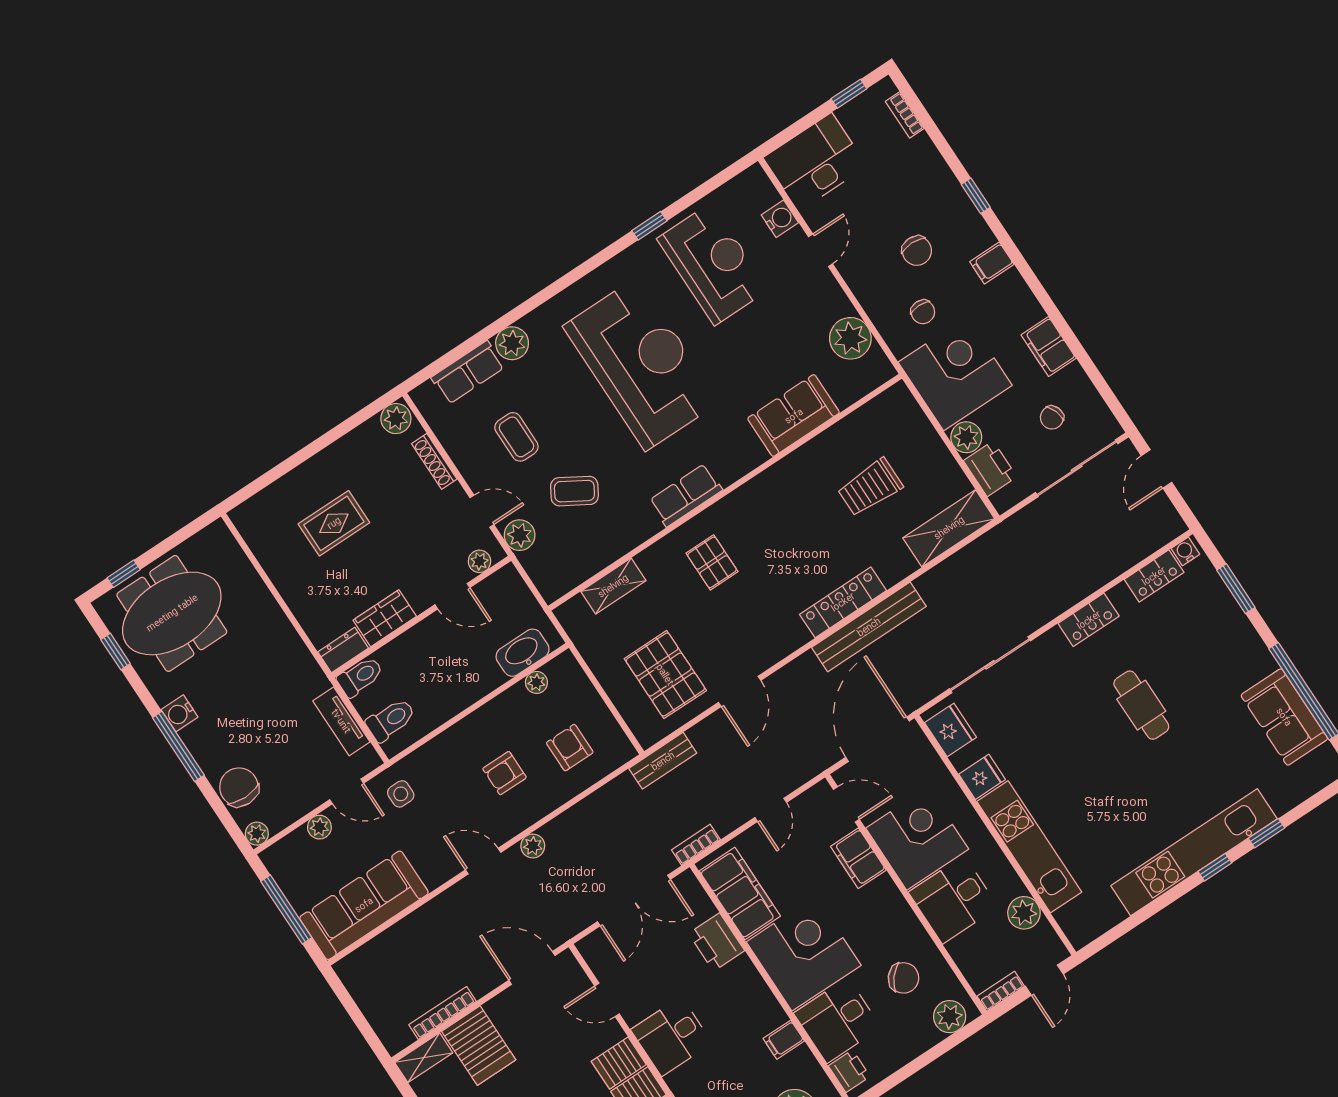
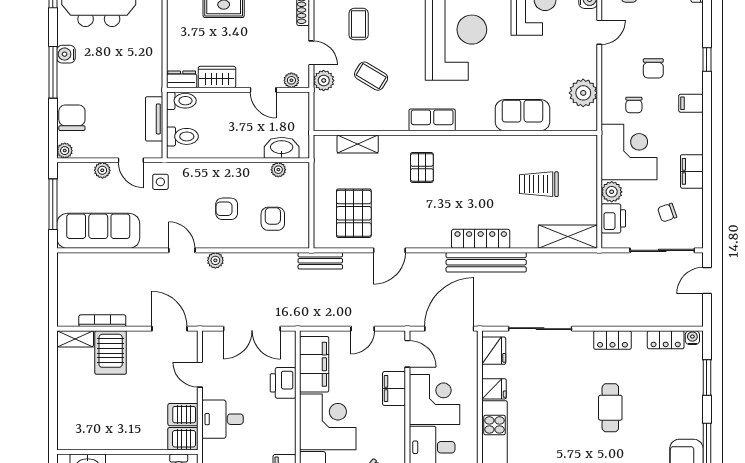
bookcase: (696, 845) -> (308, 320), removed

